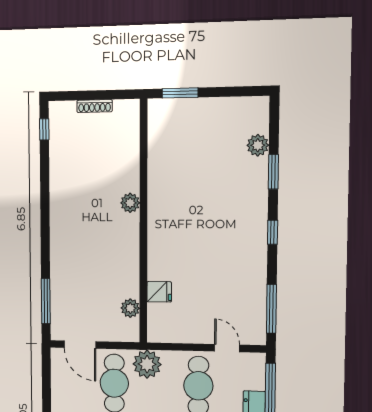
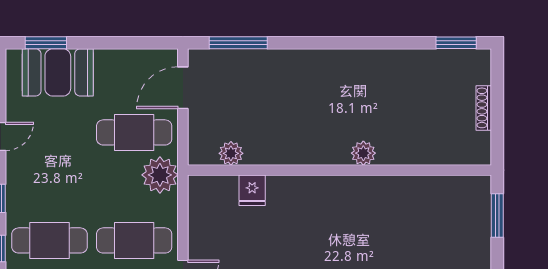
window: (44, 129) -> (456, 43), width x1.50

